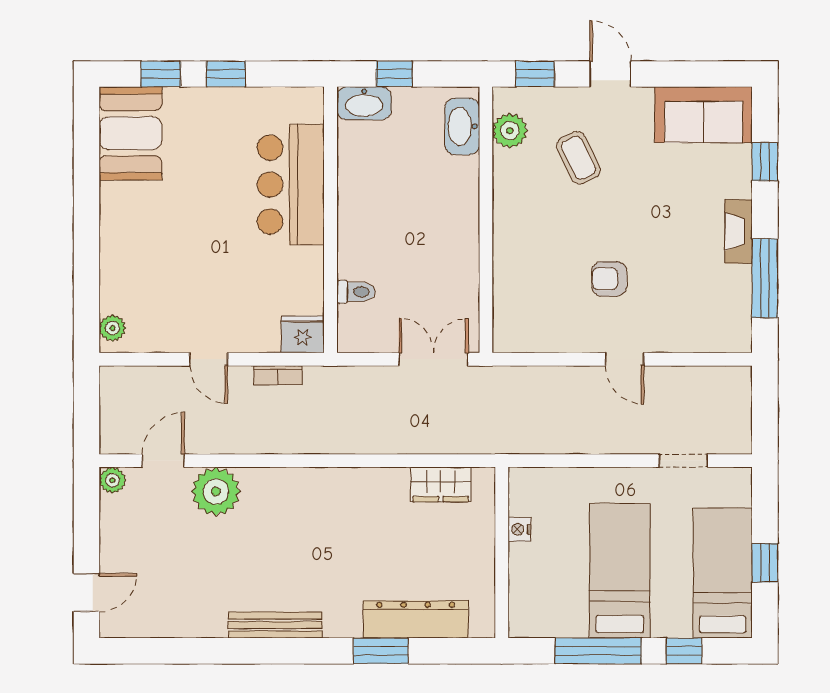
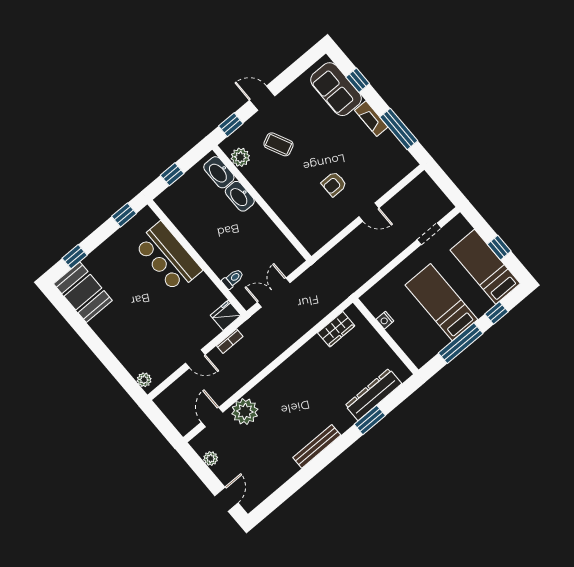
window: (226, 74) -> (124, 215), moved
washbasin: (364, 103) -> (240, 196), moved, turned 90
sofa: (704, 115) -> (336, 89), moved, turned 90
double door: (434, 359) -> (274, 292), moved
plant: (112, 480) -> (211, 458), moved

